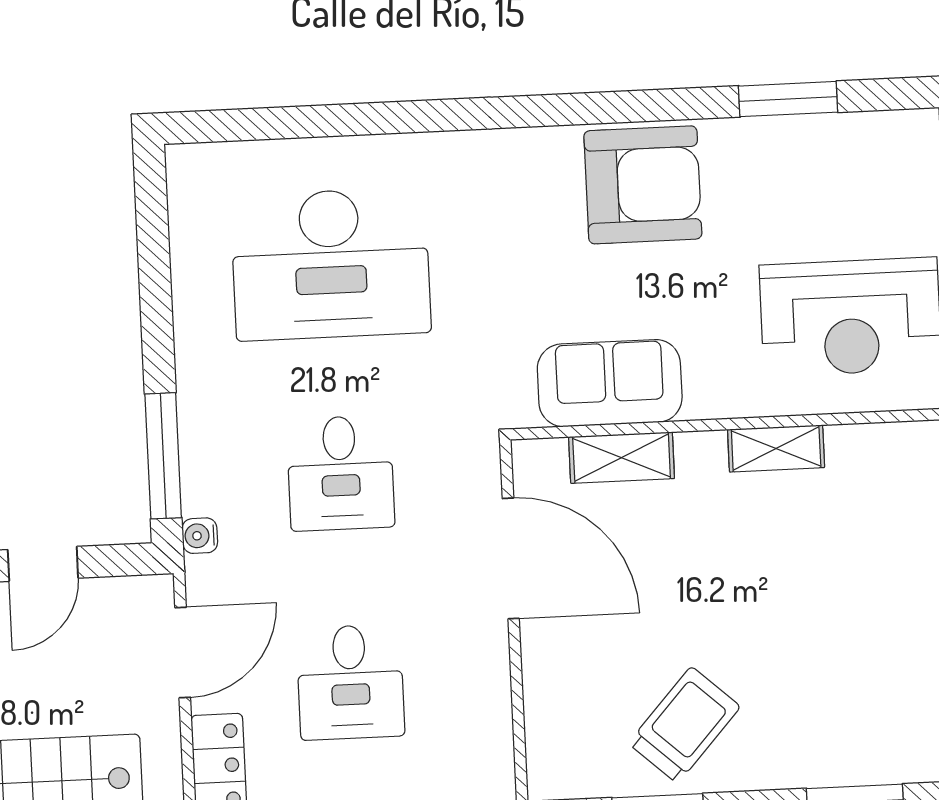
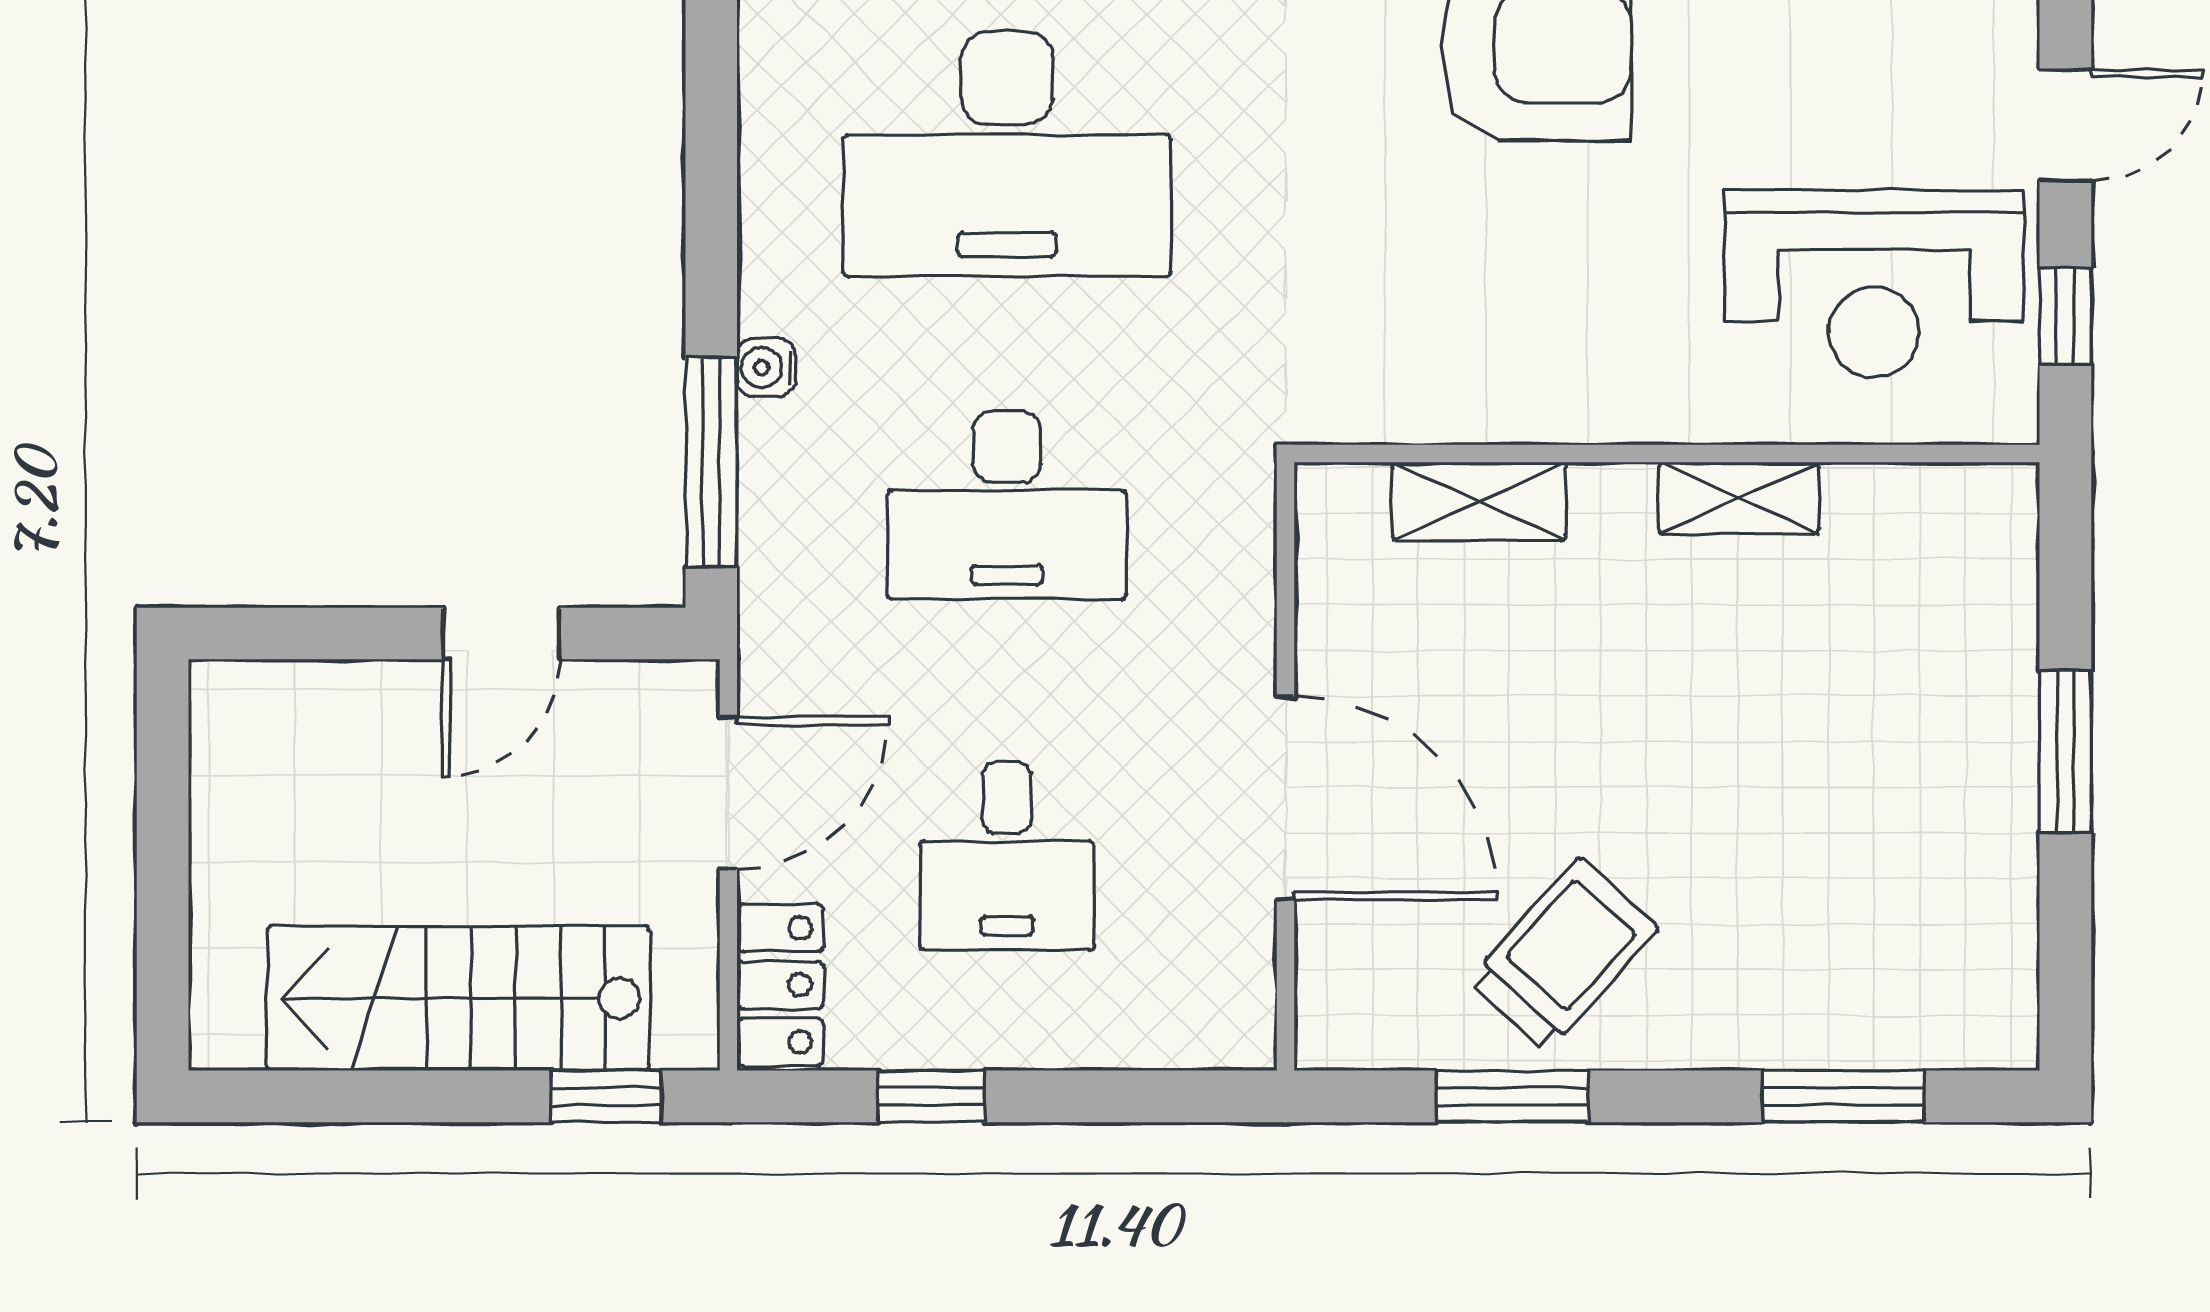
sofa: (610, 383) -> (1465, 375), removed
desk: (341, 473) -> (1007, 505), width x1.37
water cooler: (200, 536) -> (766, 368), moved
door: (511, 558) -> (1285, 798), moved

